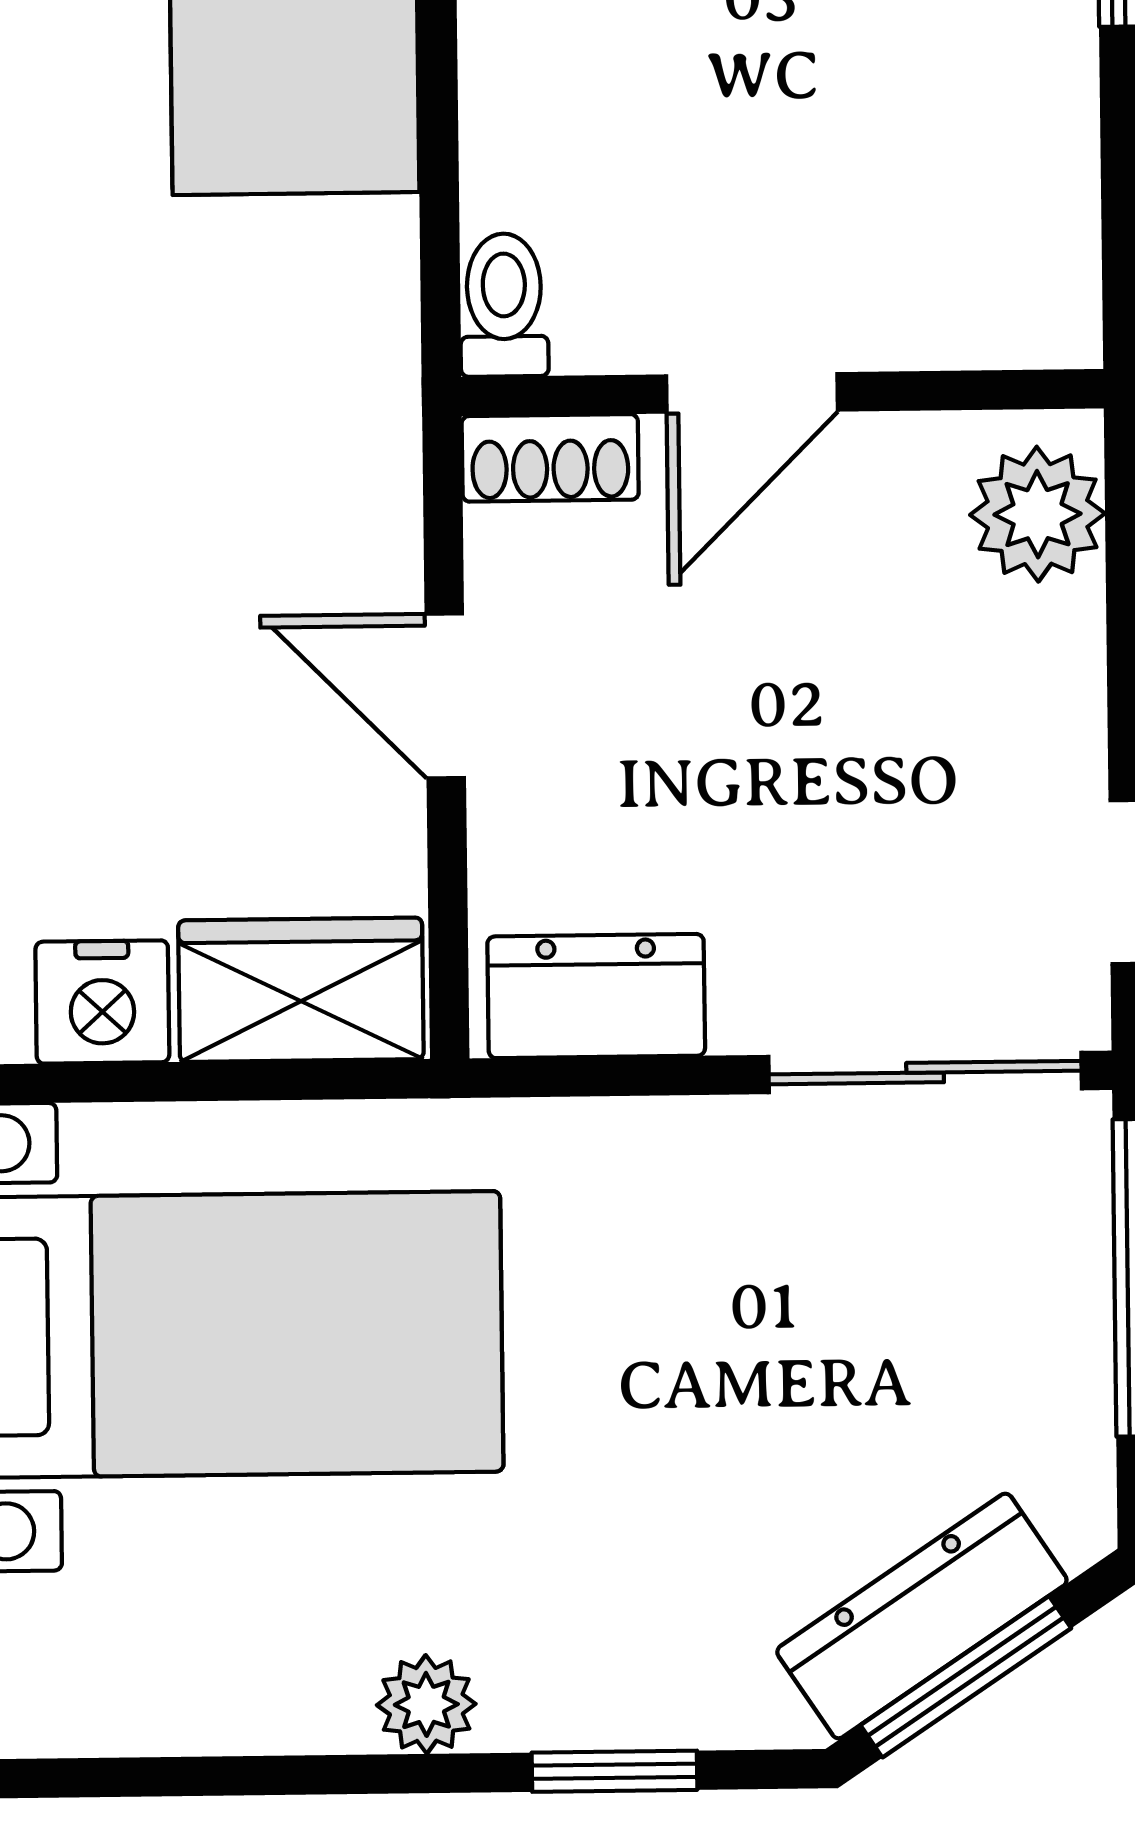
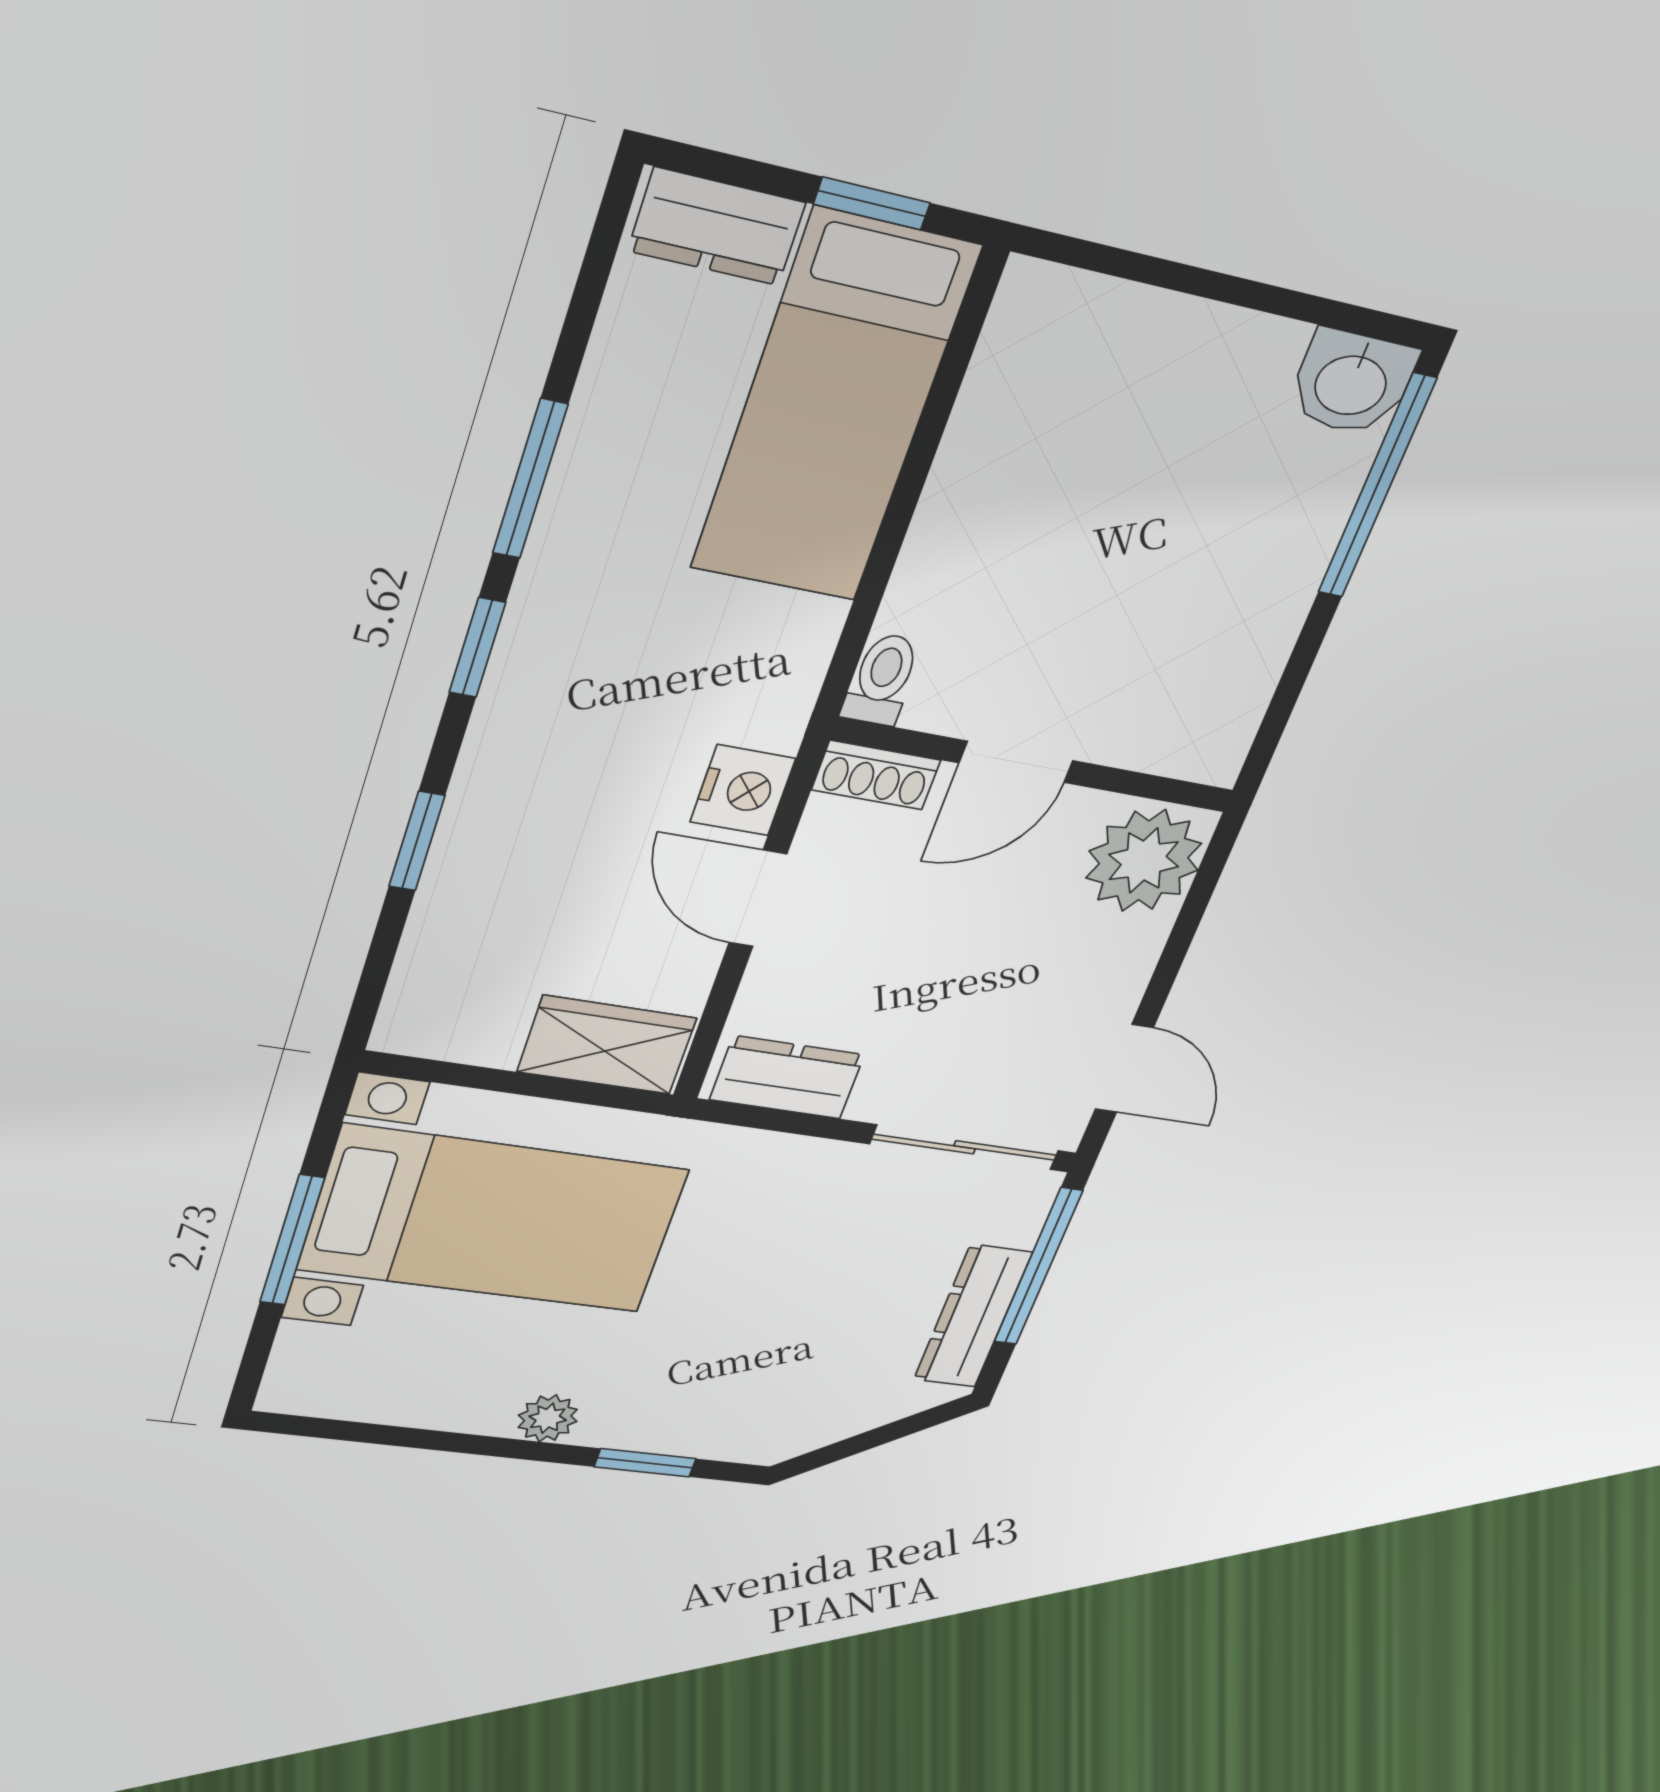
plant: (1038, 514) -> (1144, 861), width x1.36, depth x1.36
nightstand: (102, 1002) -> (743, 790), moved, turned -90
dresser: (922, 1616) -> (973, 1316), moved, turned -56
window: (966, 1677) -> (862, 1443), removed

